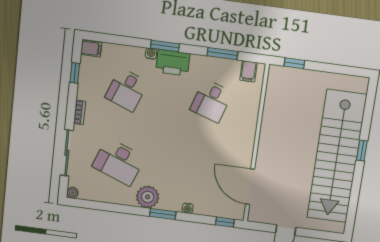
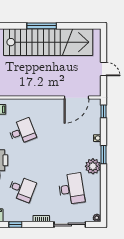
desk: (211, 101) -> (22, 132), turned -39
window: (362, 150) -> (42, 26), width x2.17
desk: (118, 162) -> (71, 189), turned -30

